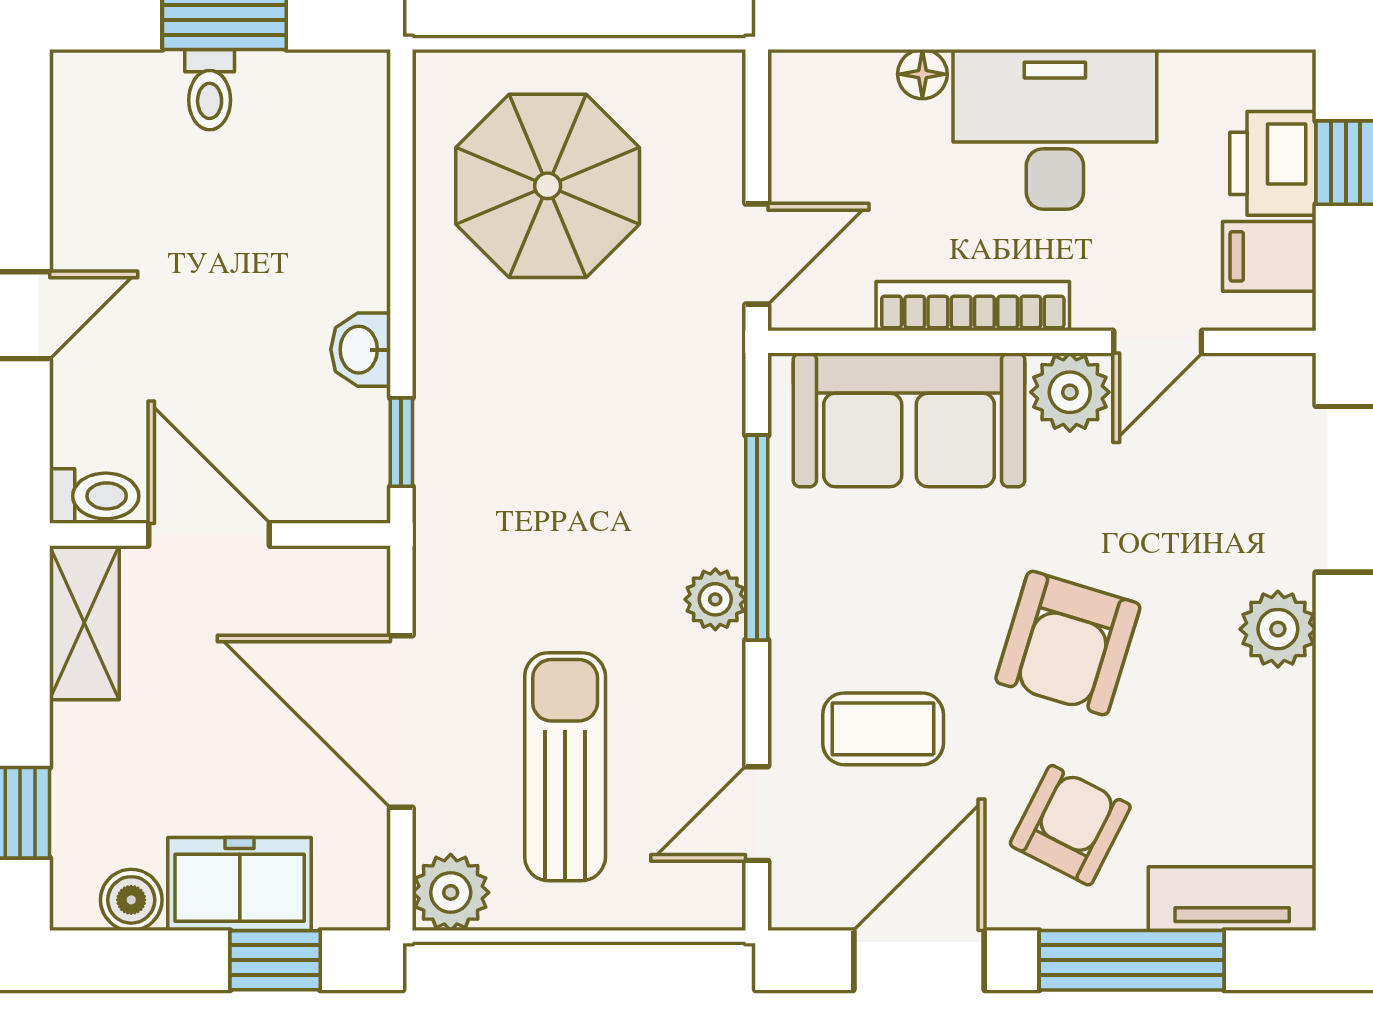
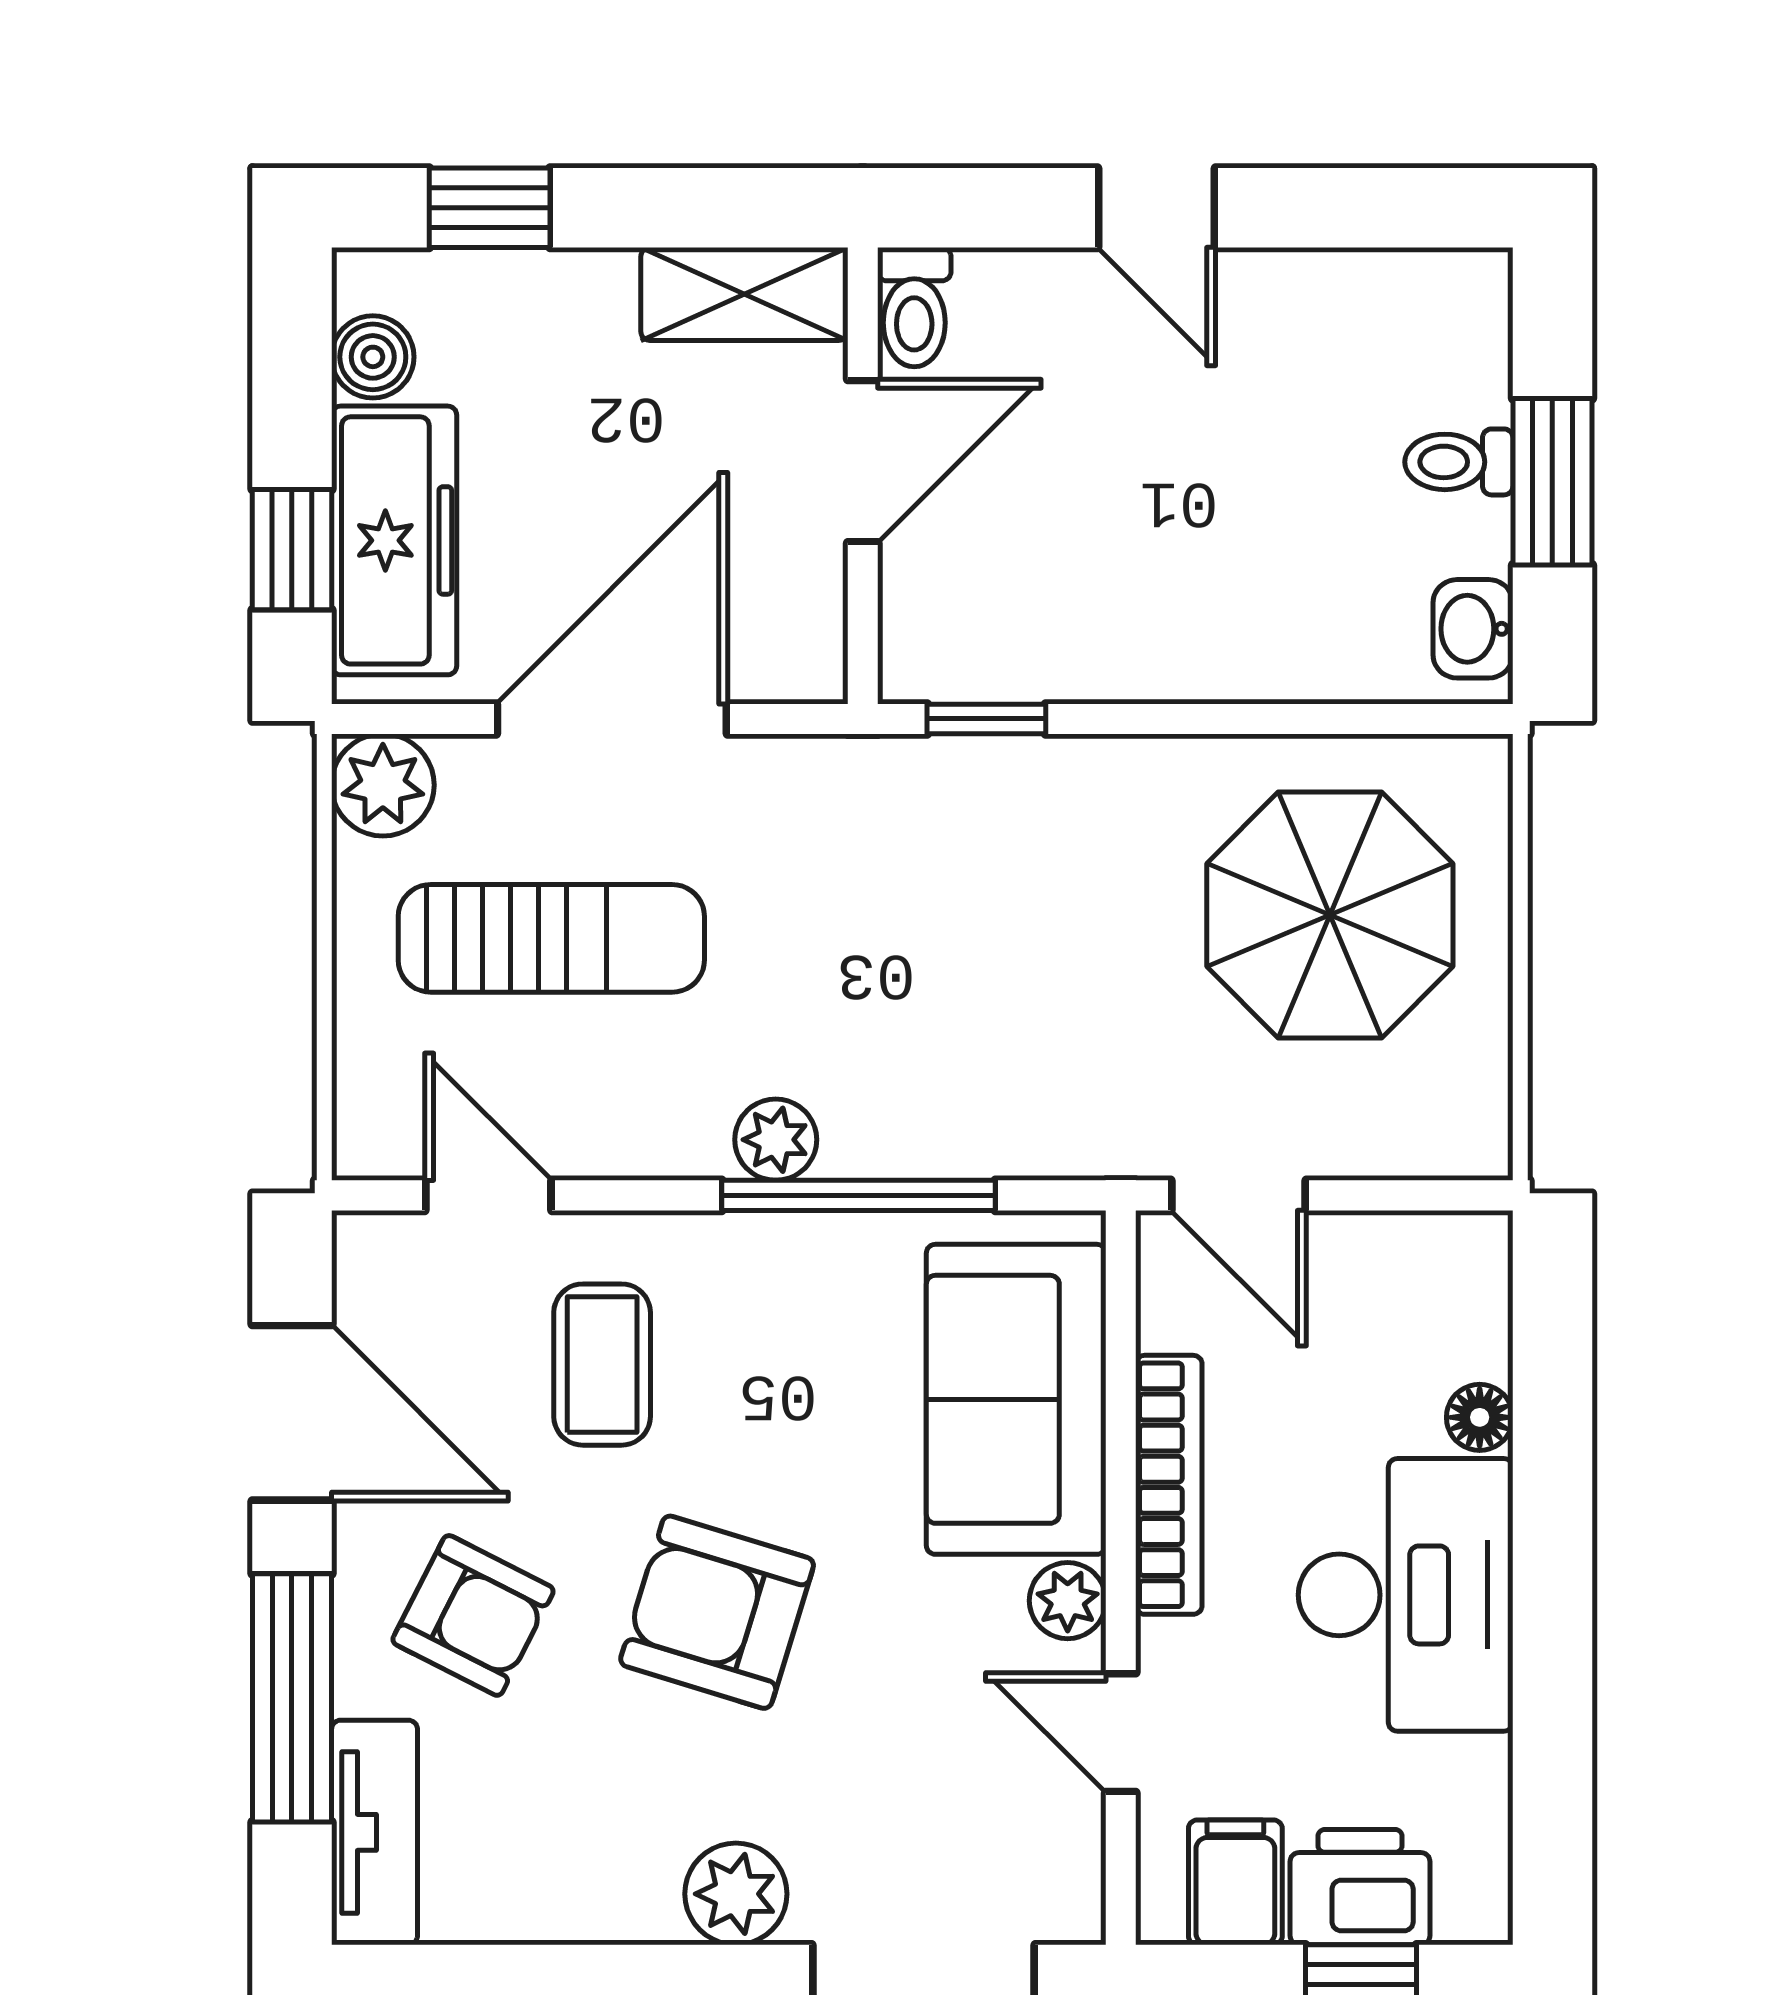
washbasin: (361, 350) -> (1473, 629), moved, turned -90
plant: (1070, 392) -> (1068, 1601), width x0.73, depth x0.73
freezer: (240, 884) -> (394, 540), width x1.40

